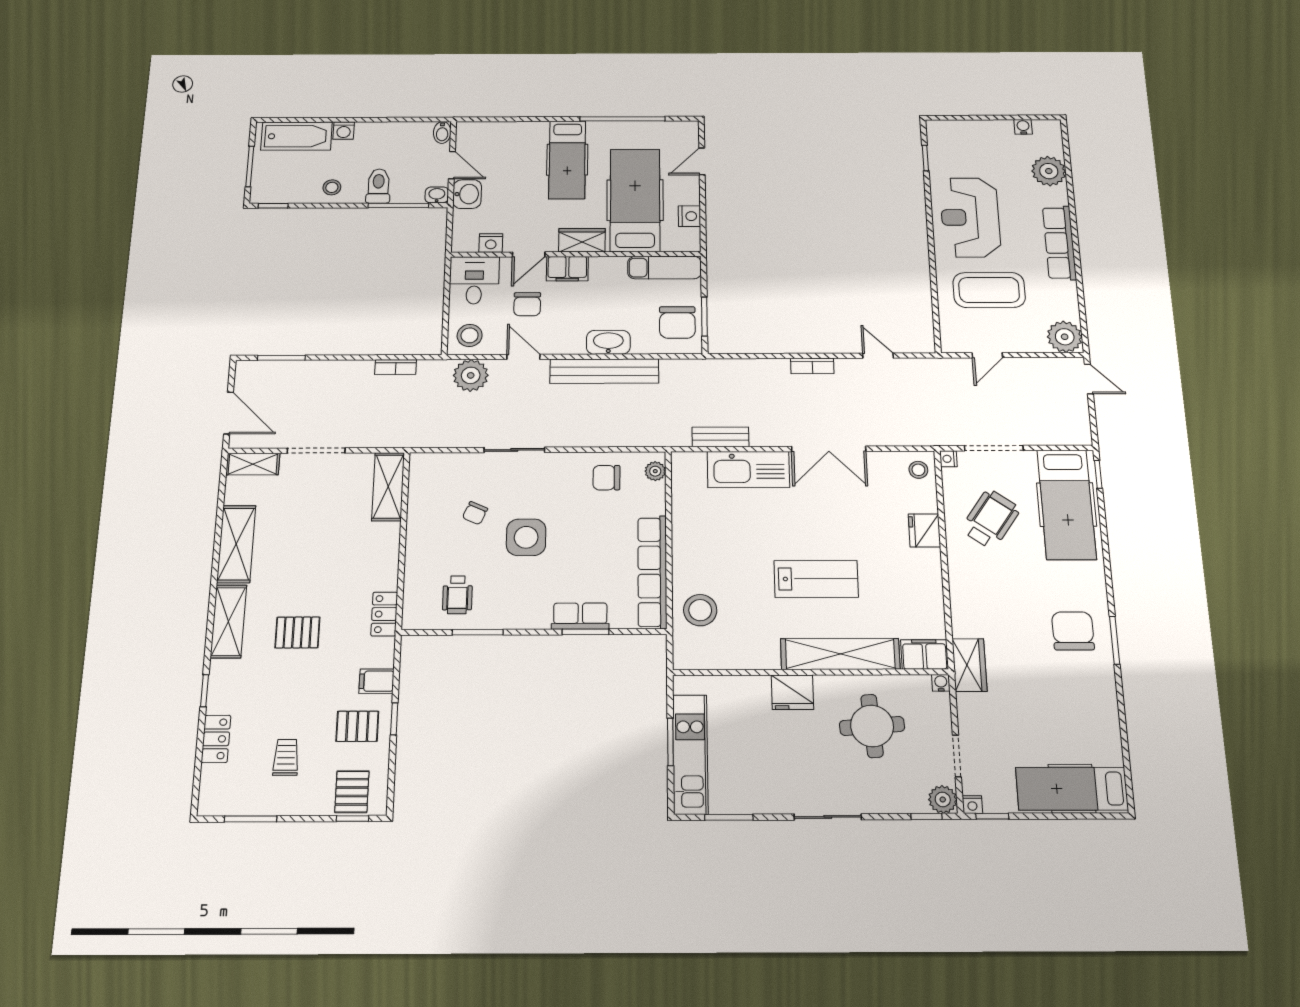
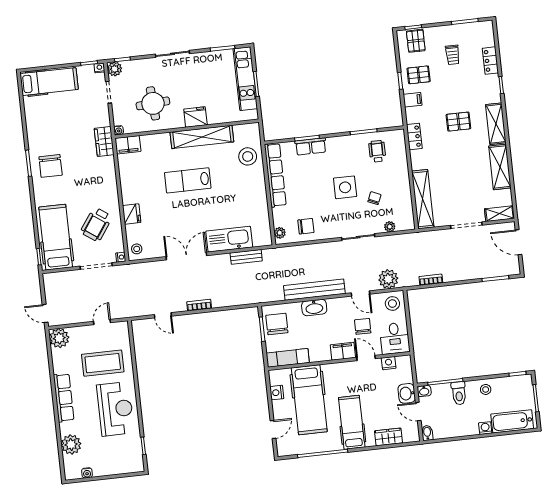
wardrobe: (582, 240) -> (388, 437), moved, turned 180
door: (529, 254) -> (366, 358), hinge flipped
plant: (455, 462) -> (390, 227), added
shelving: (388, 487) -> (423, 199), width x1.47
shelving: (840, 654) -> (202, 137), moved

